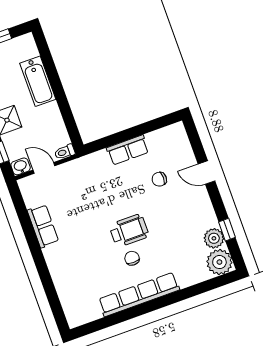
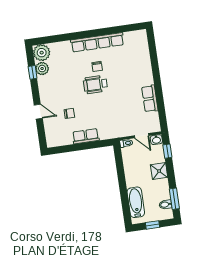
bathtub: (38, 81) -> (136, 202), moved

